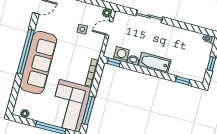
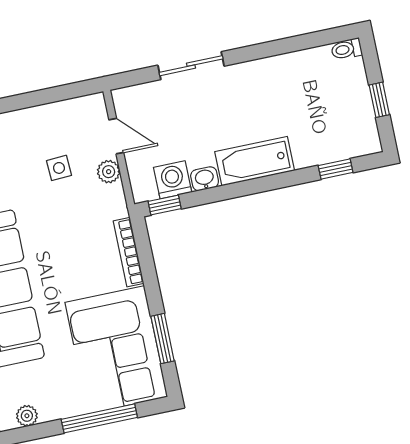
plant: (107, 13) -> (109, 172), moved
door: (109, 28) -> (116, 136), swing flipped
window: (88, 110) -> (163, 339), width x0.69

